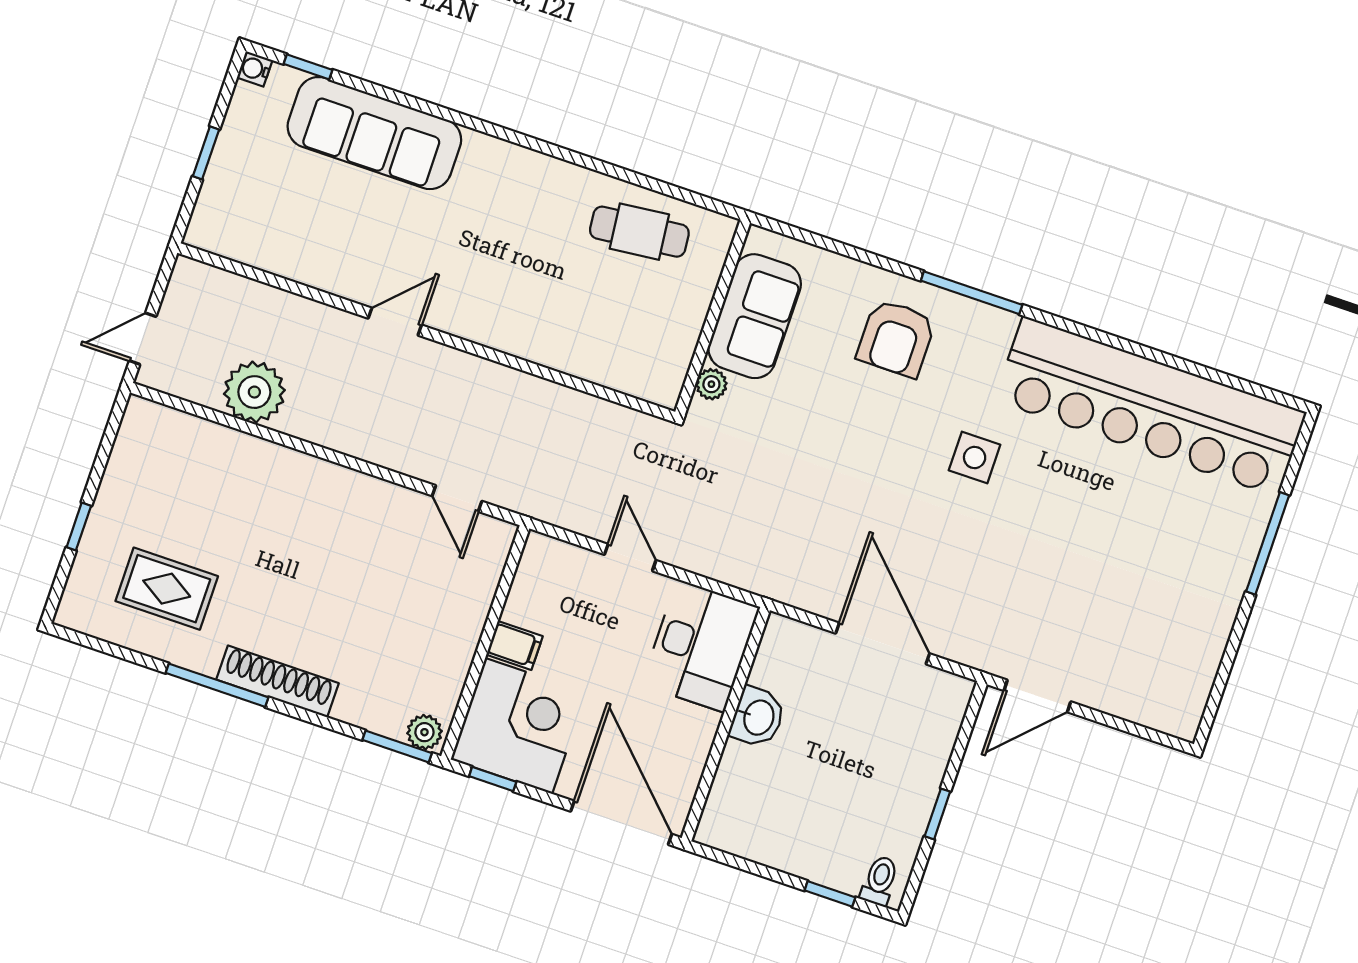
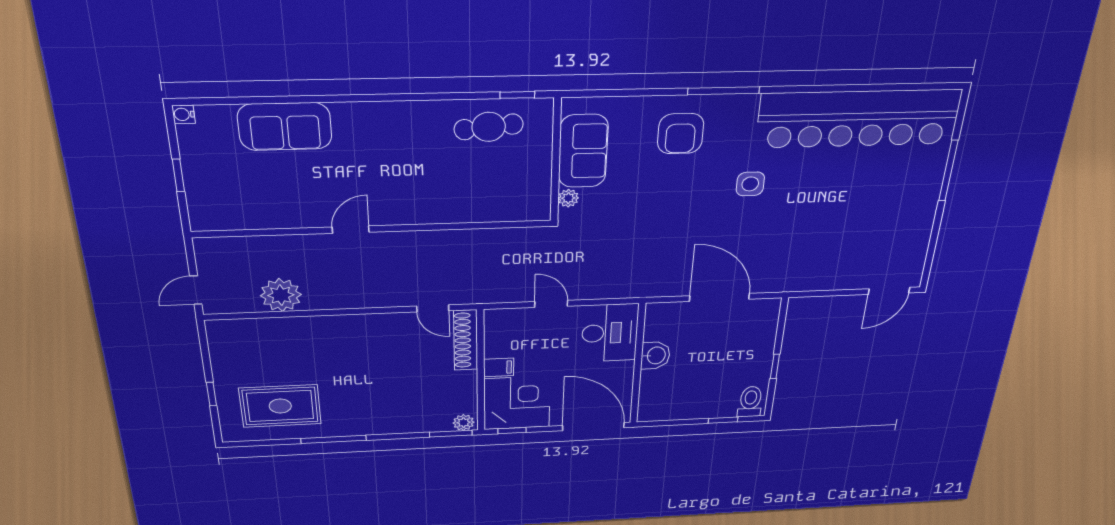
window: (308, 67) -> (517, 95), moved
sofa: (374, 133) -> (285, 127), width x0.73
rug: (167, 589) -> (280, 406), width x1.36, depth x1.43
shoe rack: (277, 681) -> (466, 340), moved, turned -90
door: (1037, 696) -> (889, 291), moved
toilet: (880, 881) -> (750, 402), width x1.37, depth x1.39

